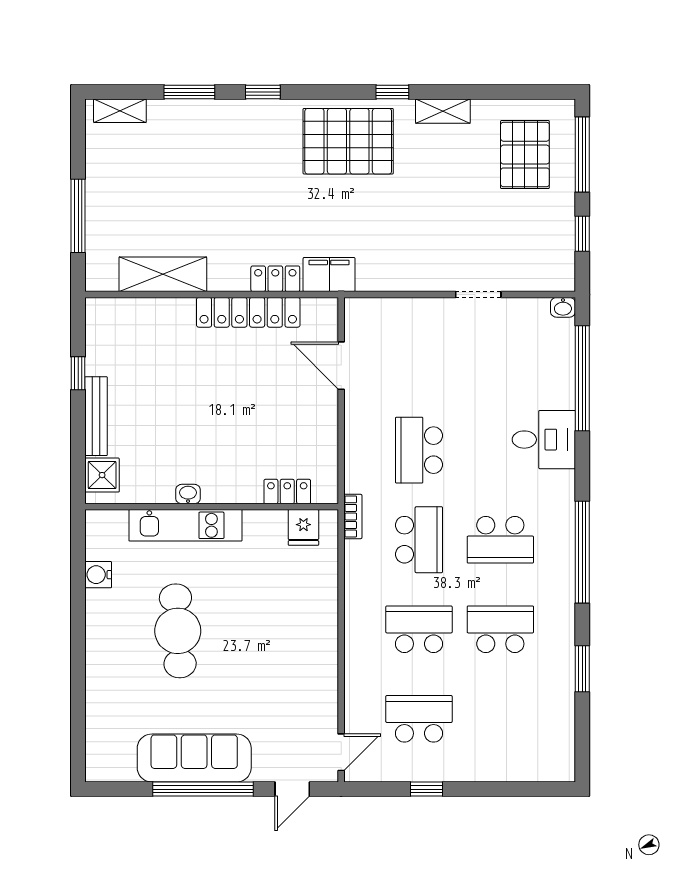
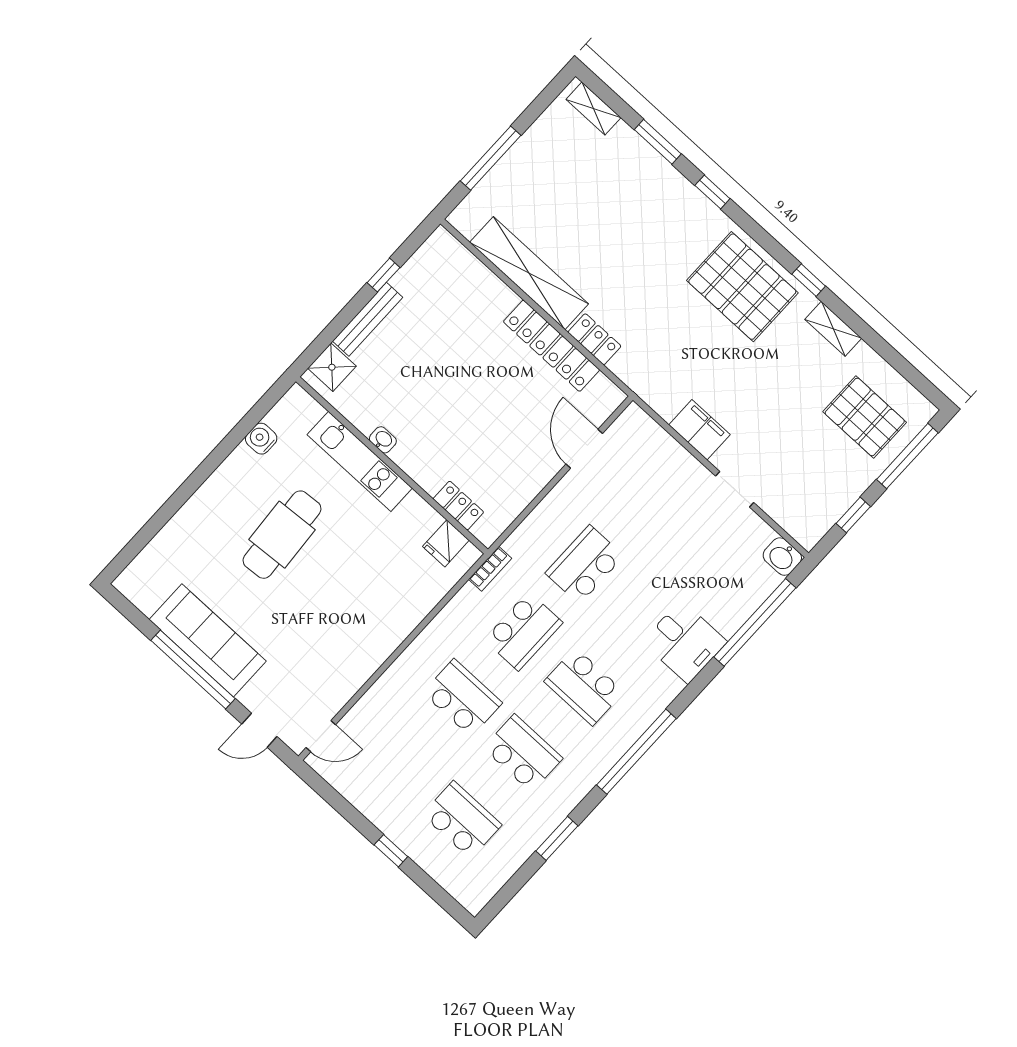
pallet: (525, 155) -> (865, 417), turned 90
shelving: (163, 274) -> (529, 273), width x1.47
filing cabinet: (329, 275) -> (699, 430), moved
washbasin: (563, 307) -> (782, 557), width x1.38, depth x1.45
school desk: (419, 719) -> (462, 820), moved
window: (427, 789) -> (391, 851), moved

